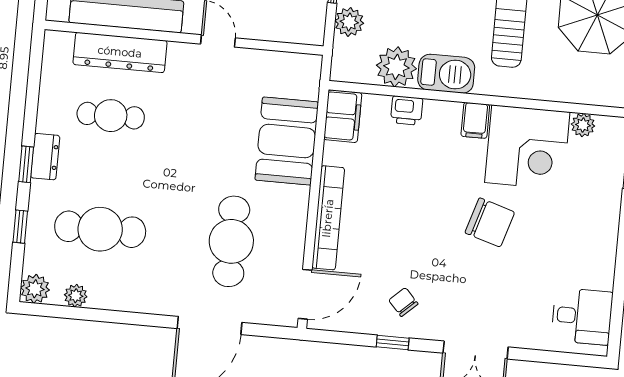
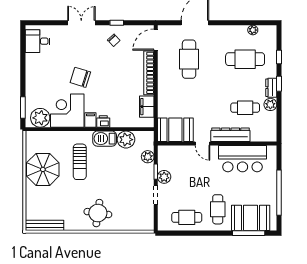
dresser: (120, 52) -> (230, 135), moved
printer: (407, 110) -> (103, 121), moved
filing cabinet: (343, 116) -> (147, 107), moved
plant: (583, 125) -> (40, 118), width x1.87, depth x1.87
booth: (287, 141) -> (175, 130), moved, turned 90
plant: (35, 289) -> (270, 104), moved

